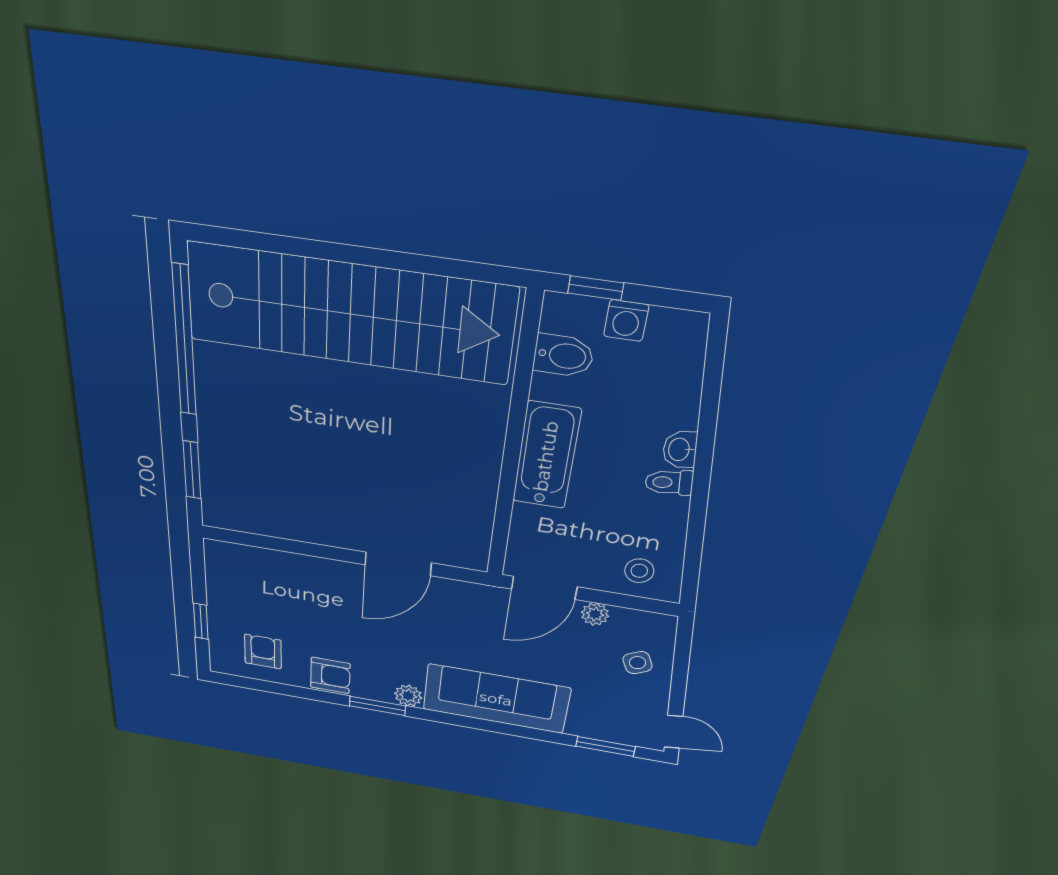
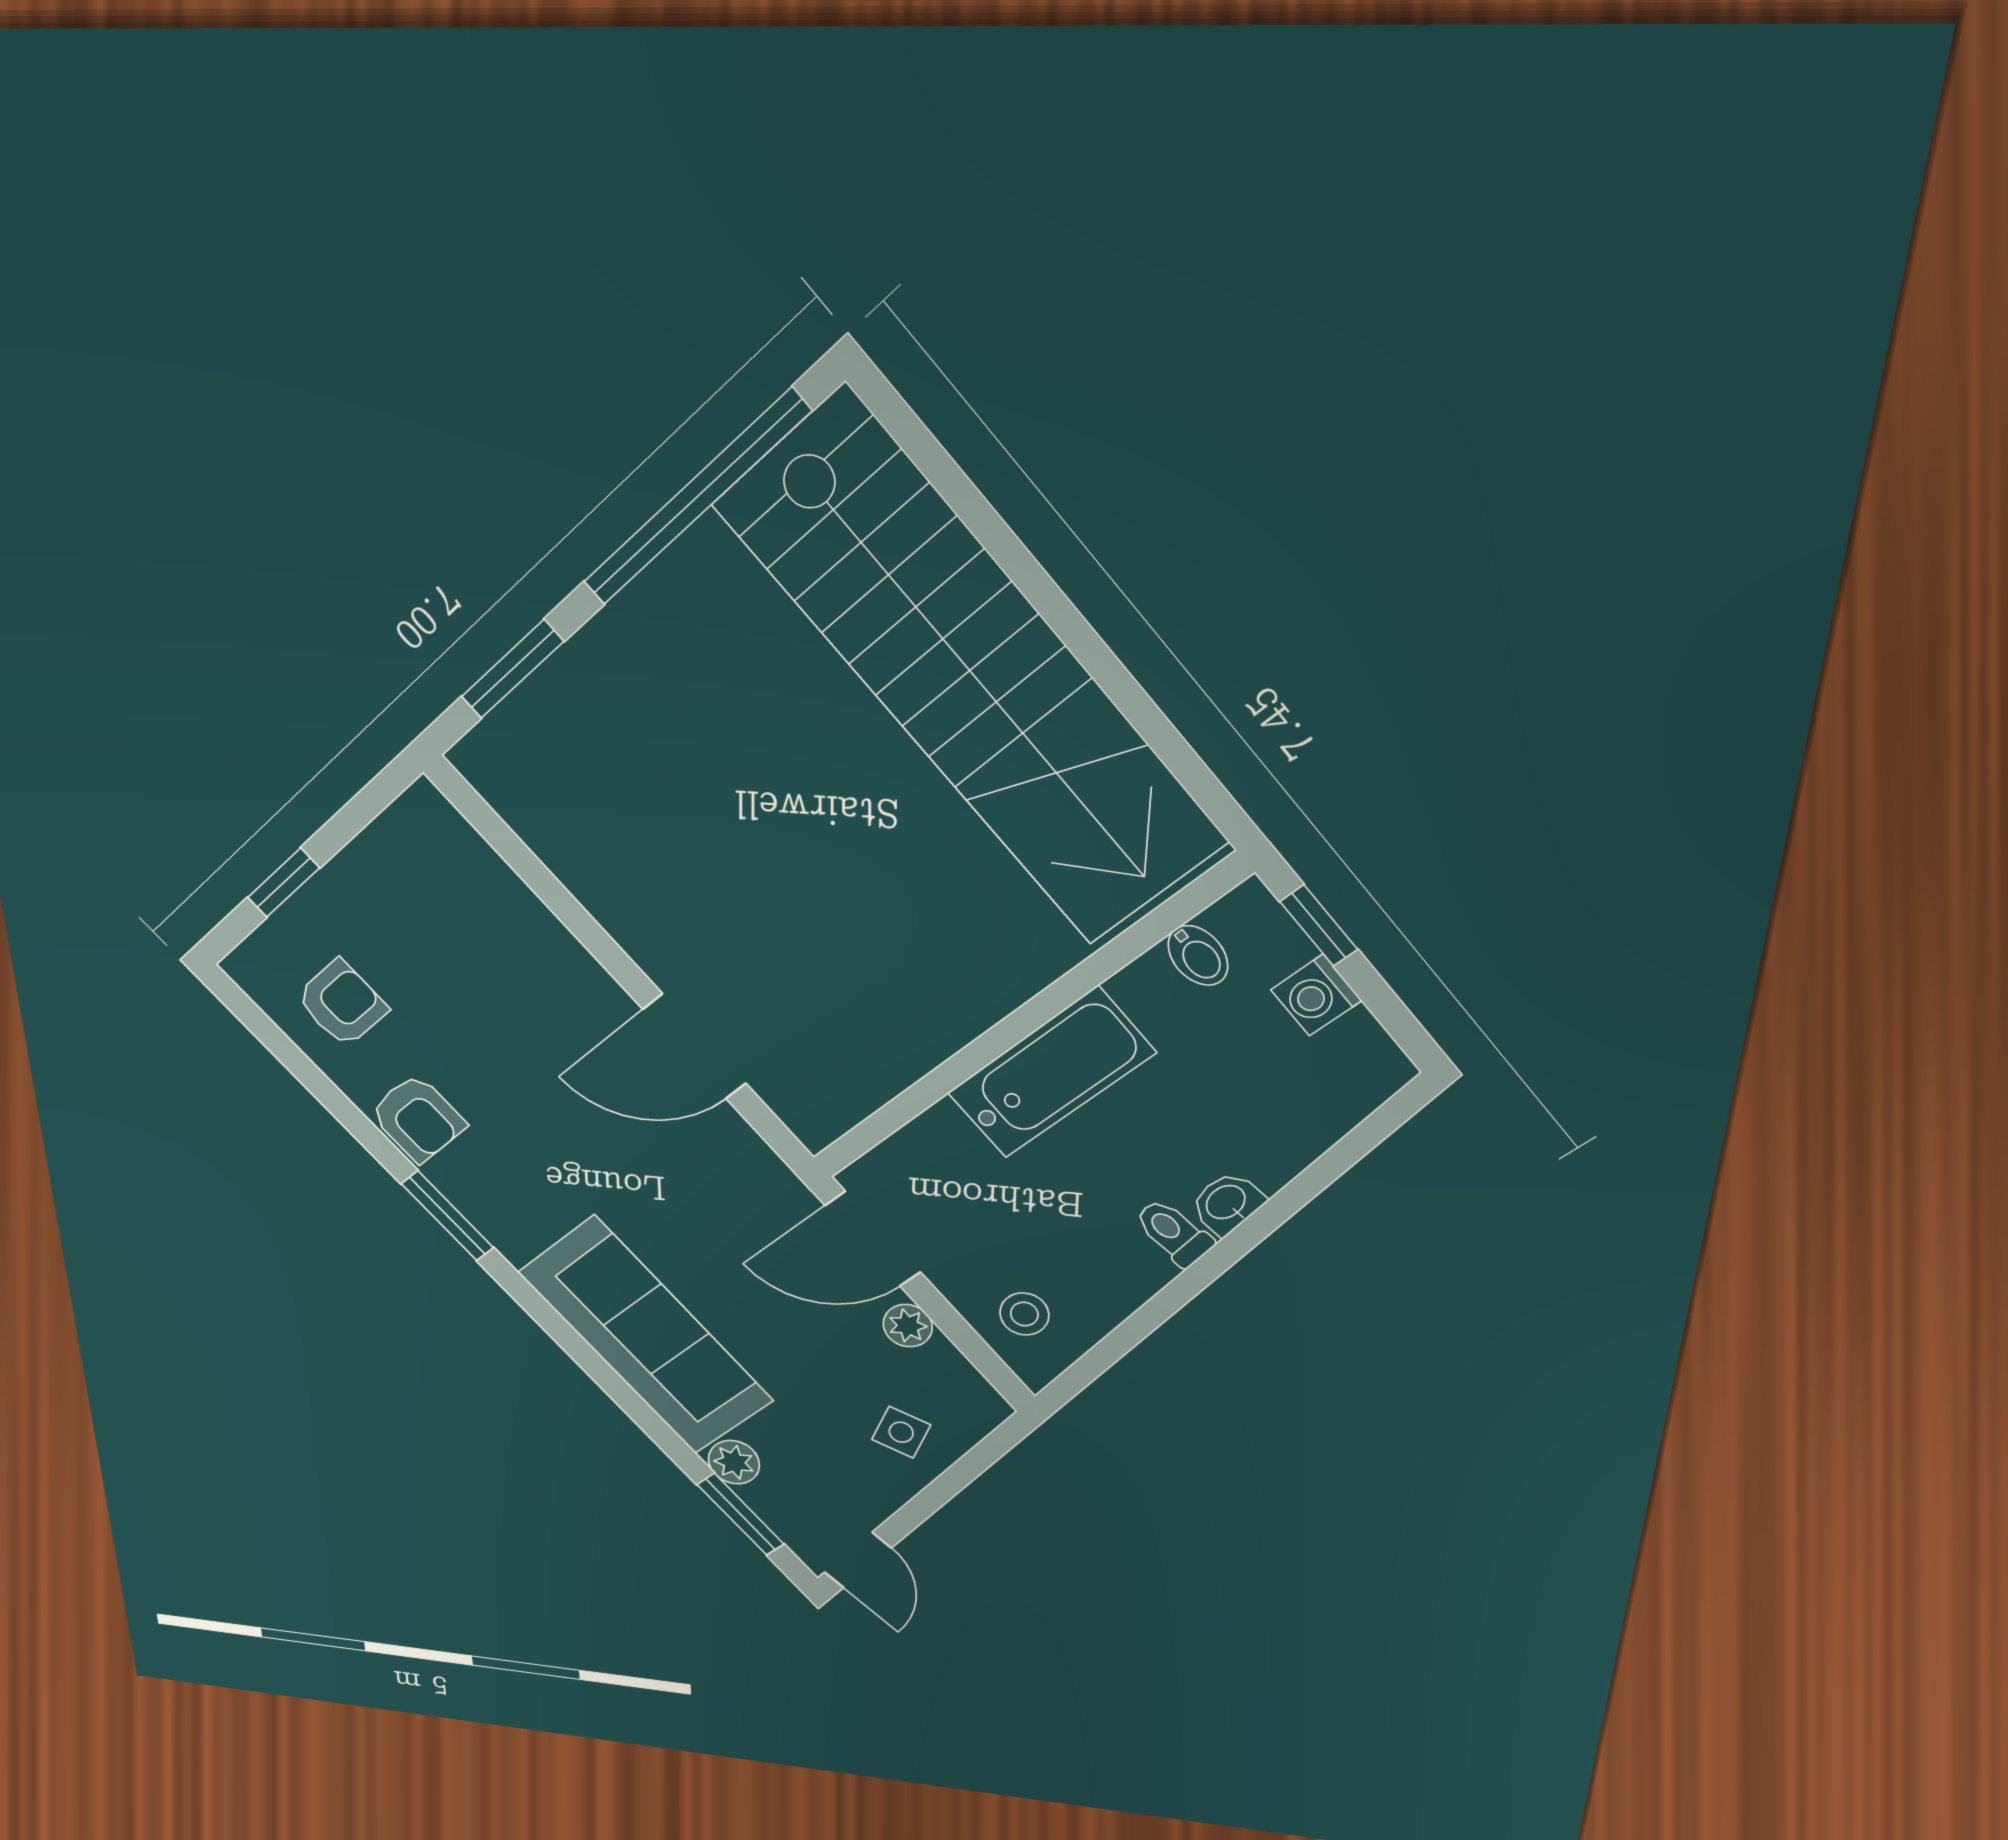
bidet: (563, 356) -> (1198, 955), width x0.72, depth x0.74
plant: (408, 696) -> (734, 1462), moved

